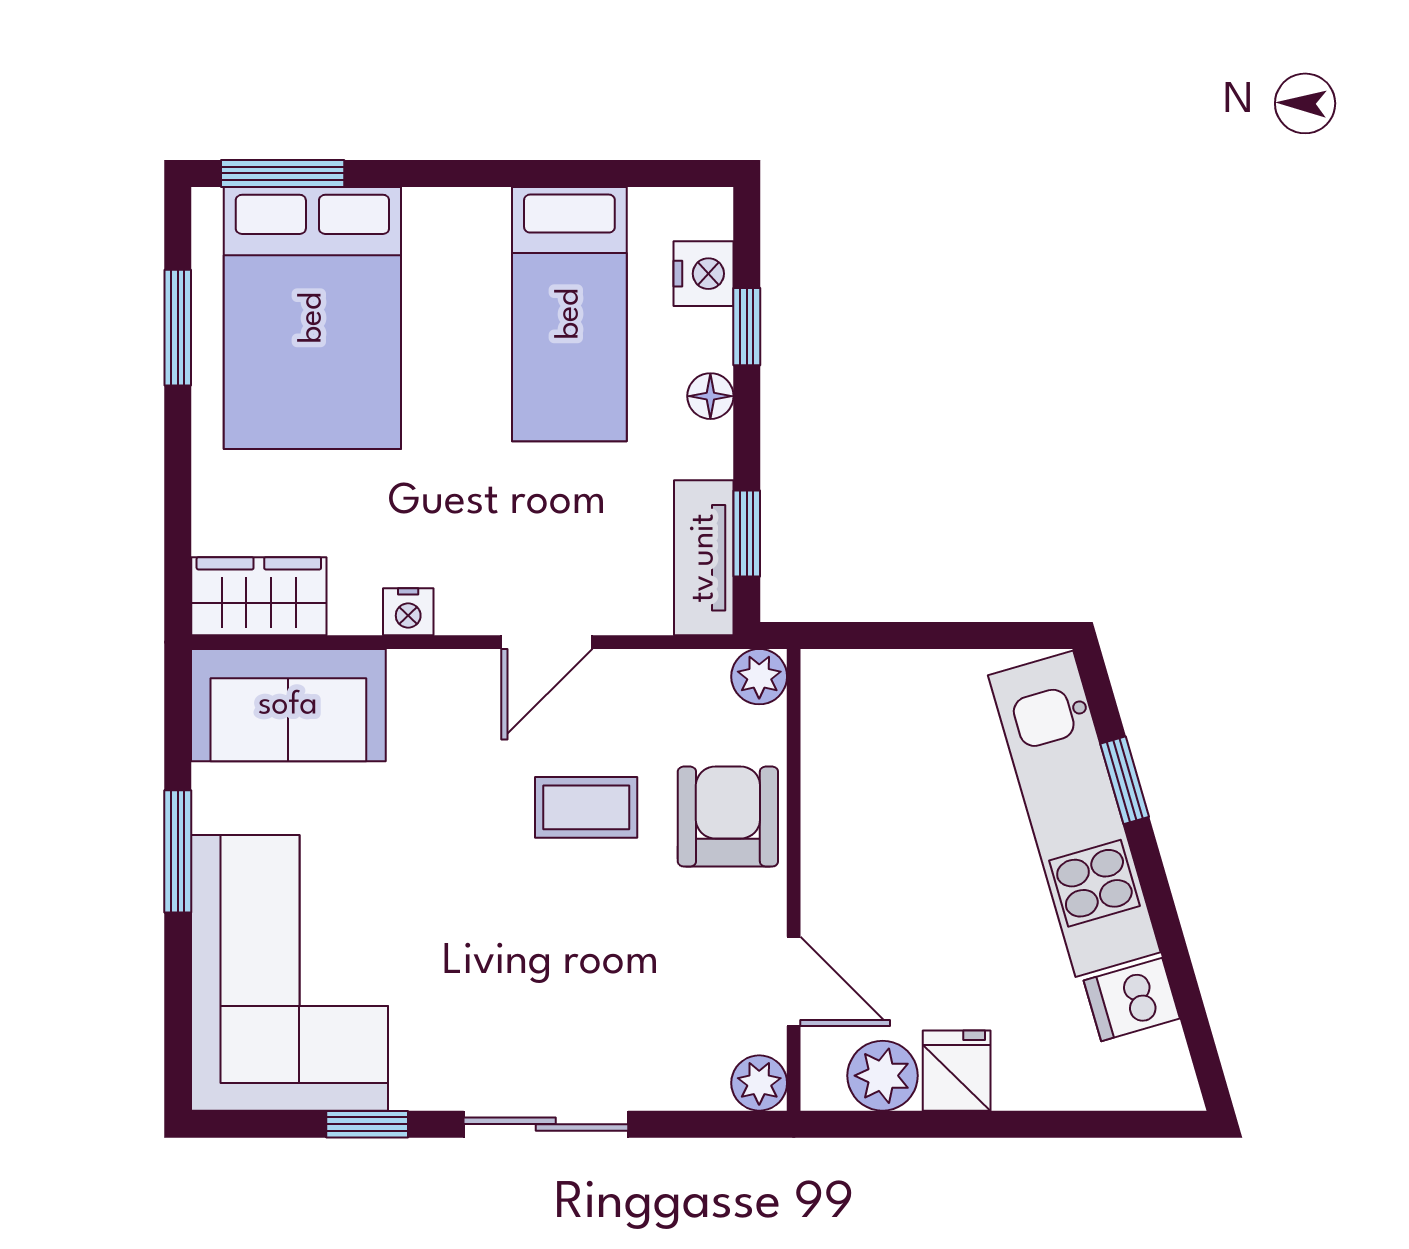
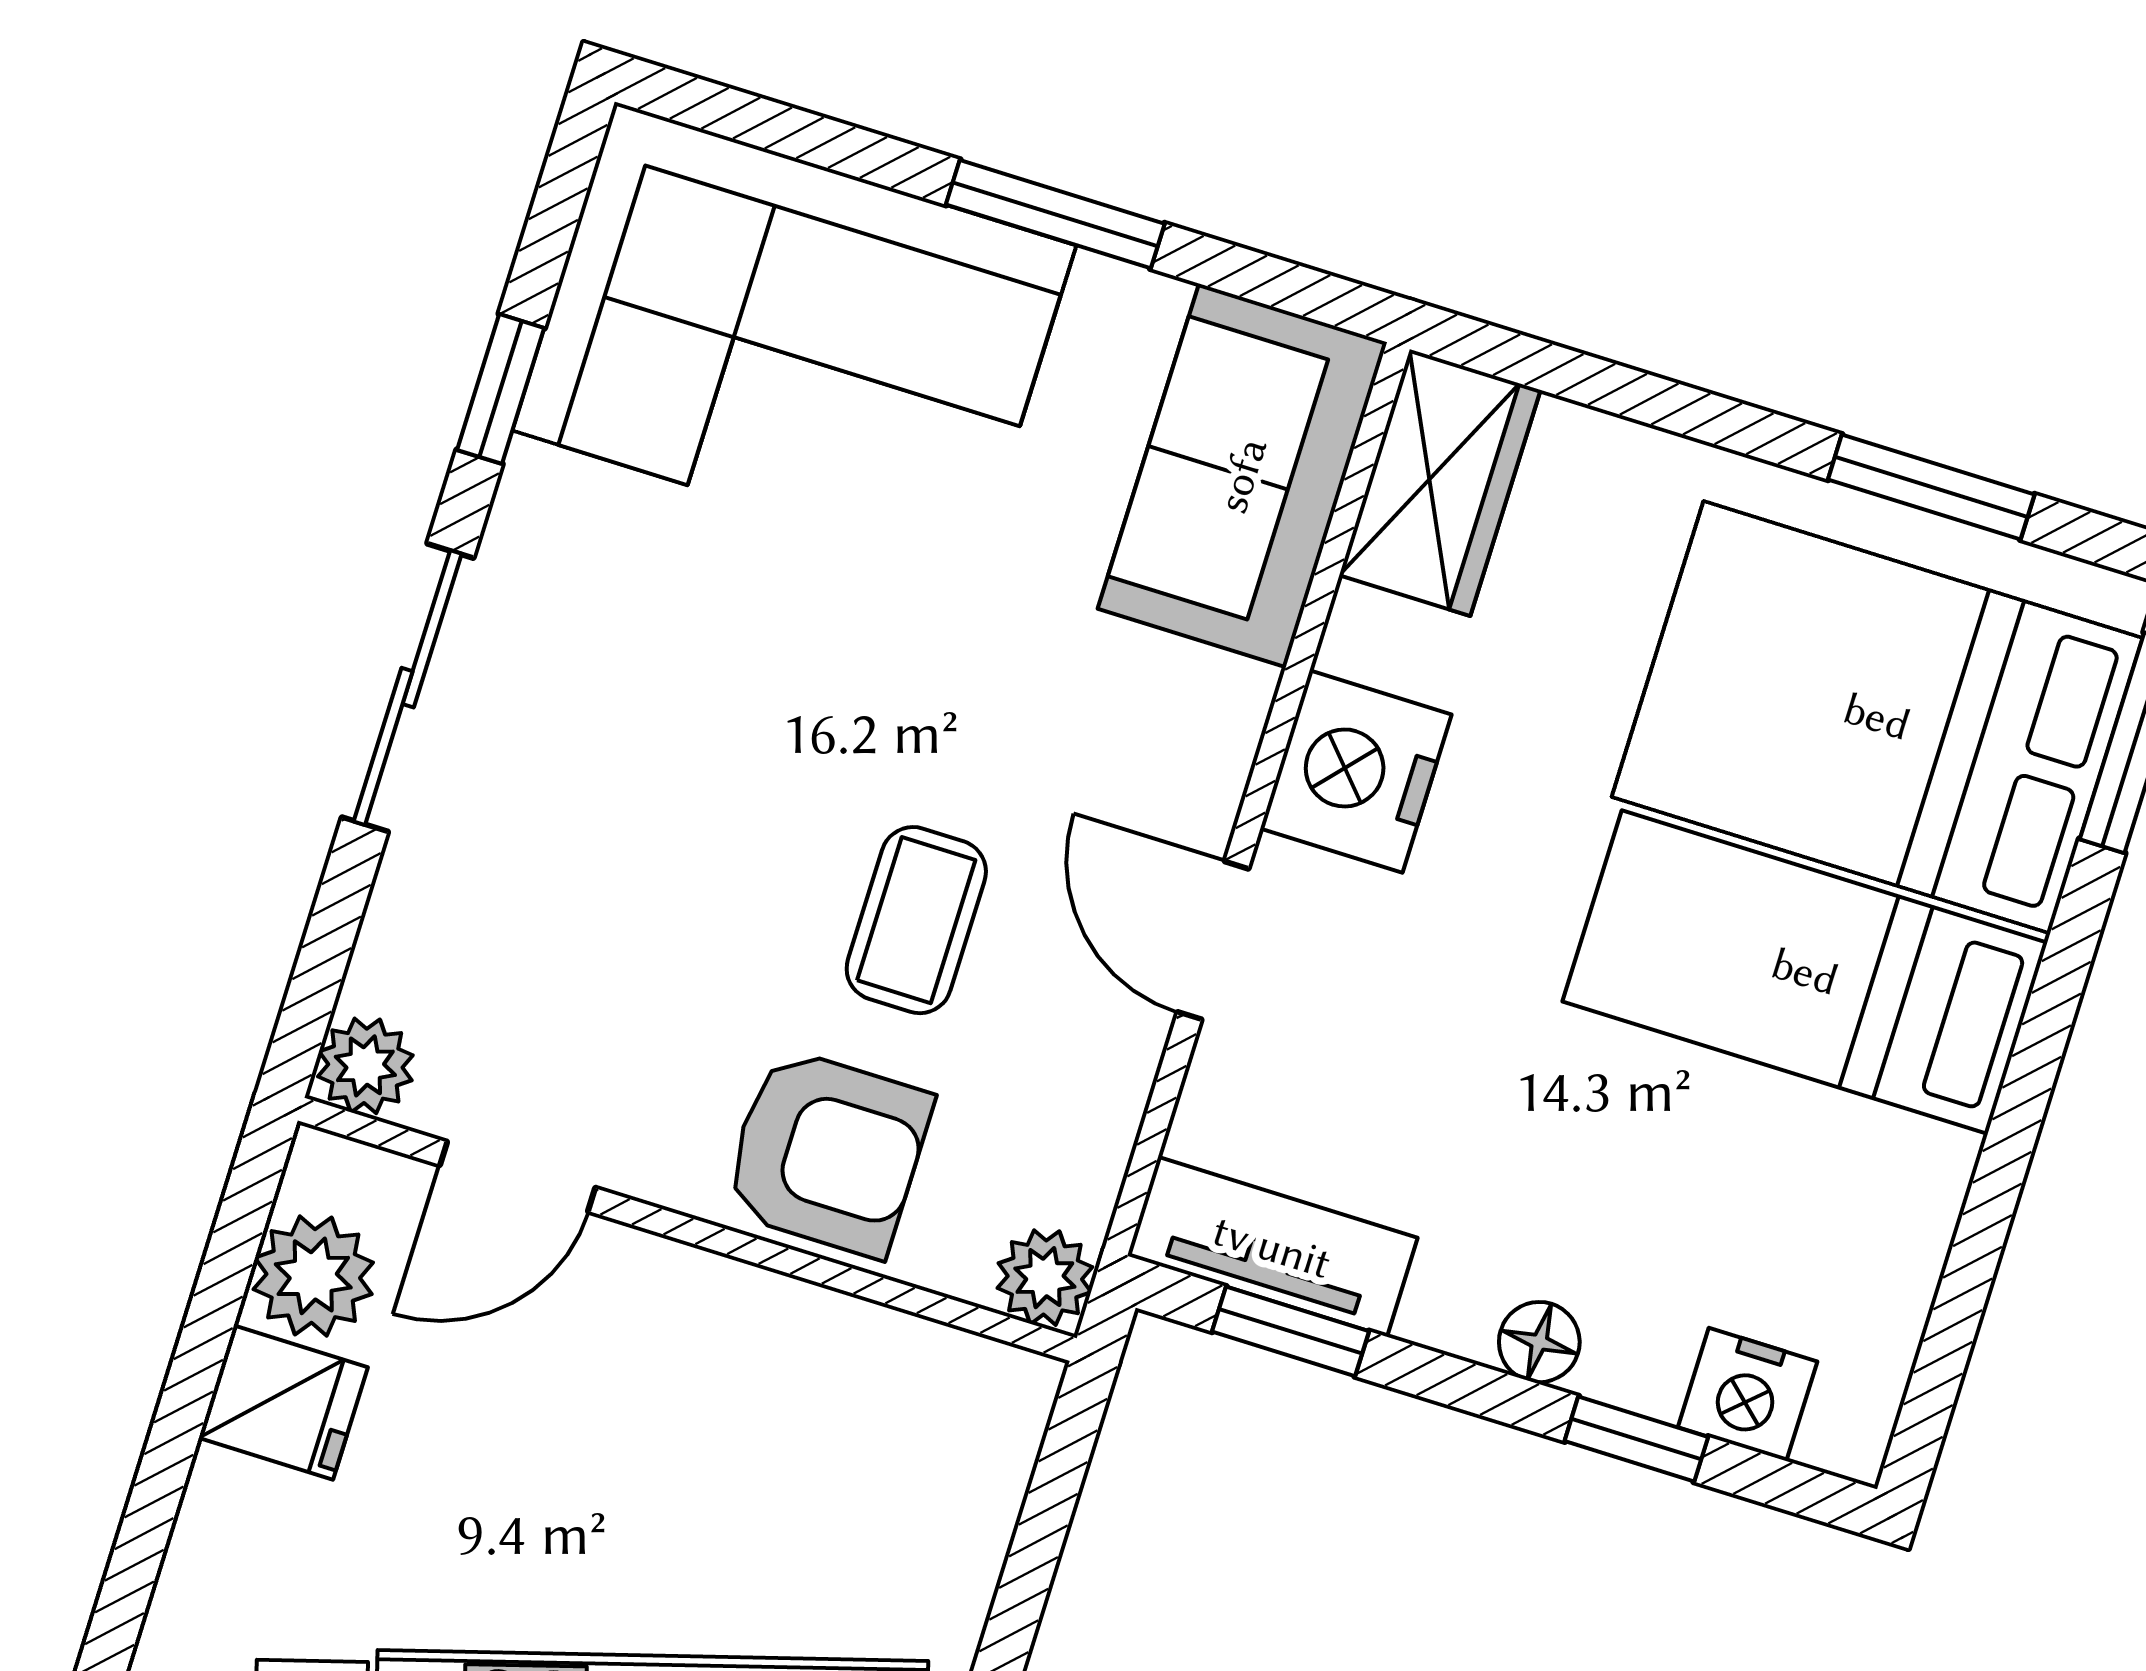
bed: (569, 314) -> (1805, 972), moved
nightstand: (408, 612) -> (1356, 771), width x1.89, depth x1.79

